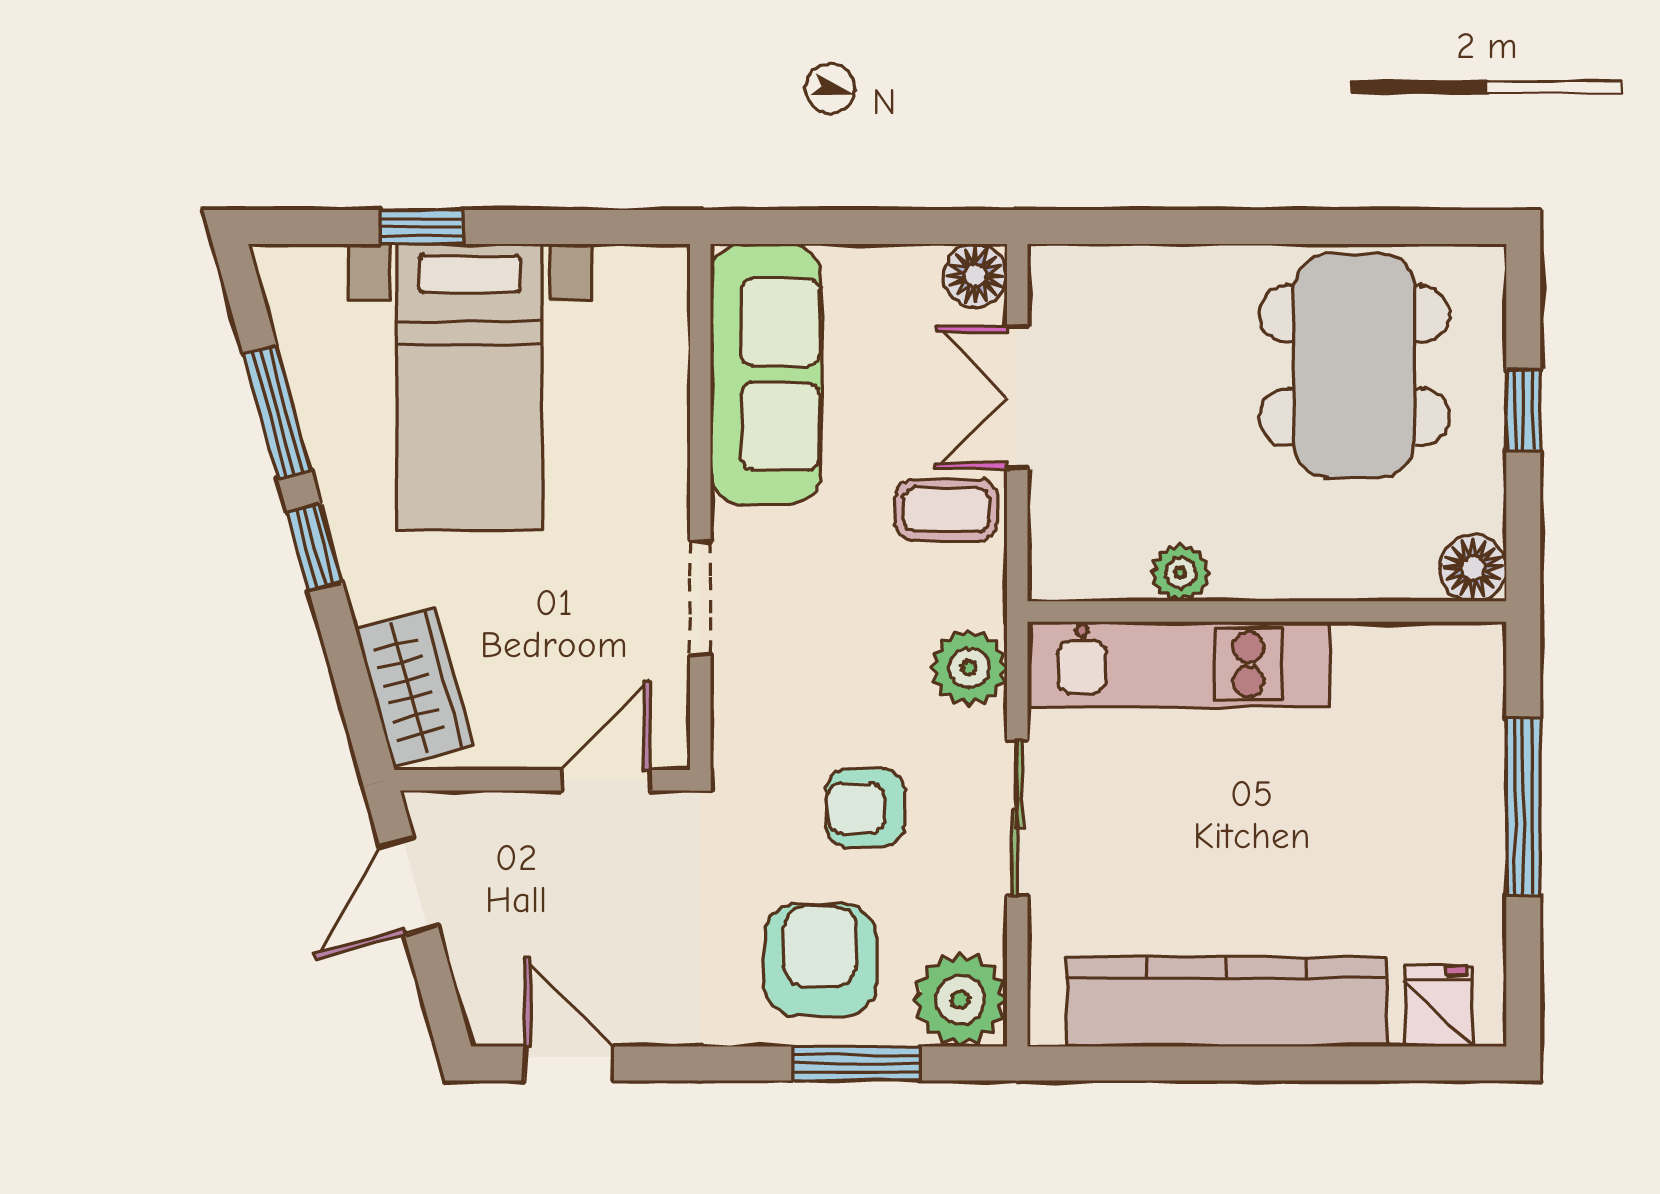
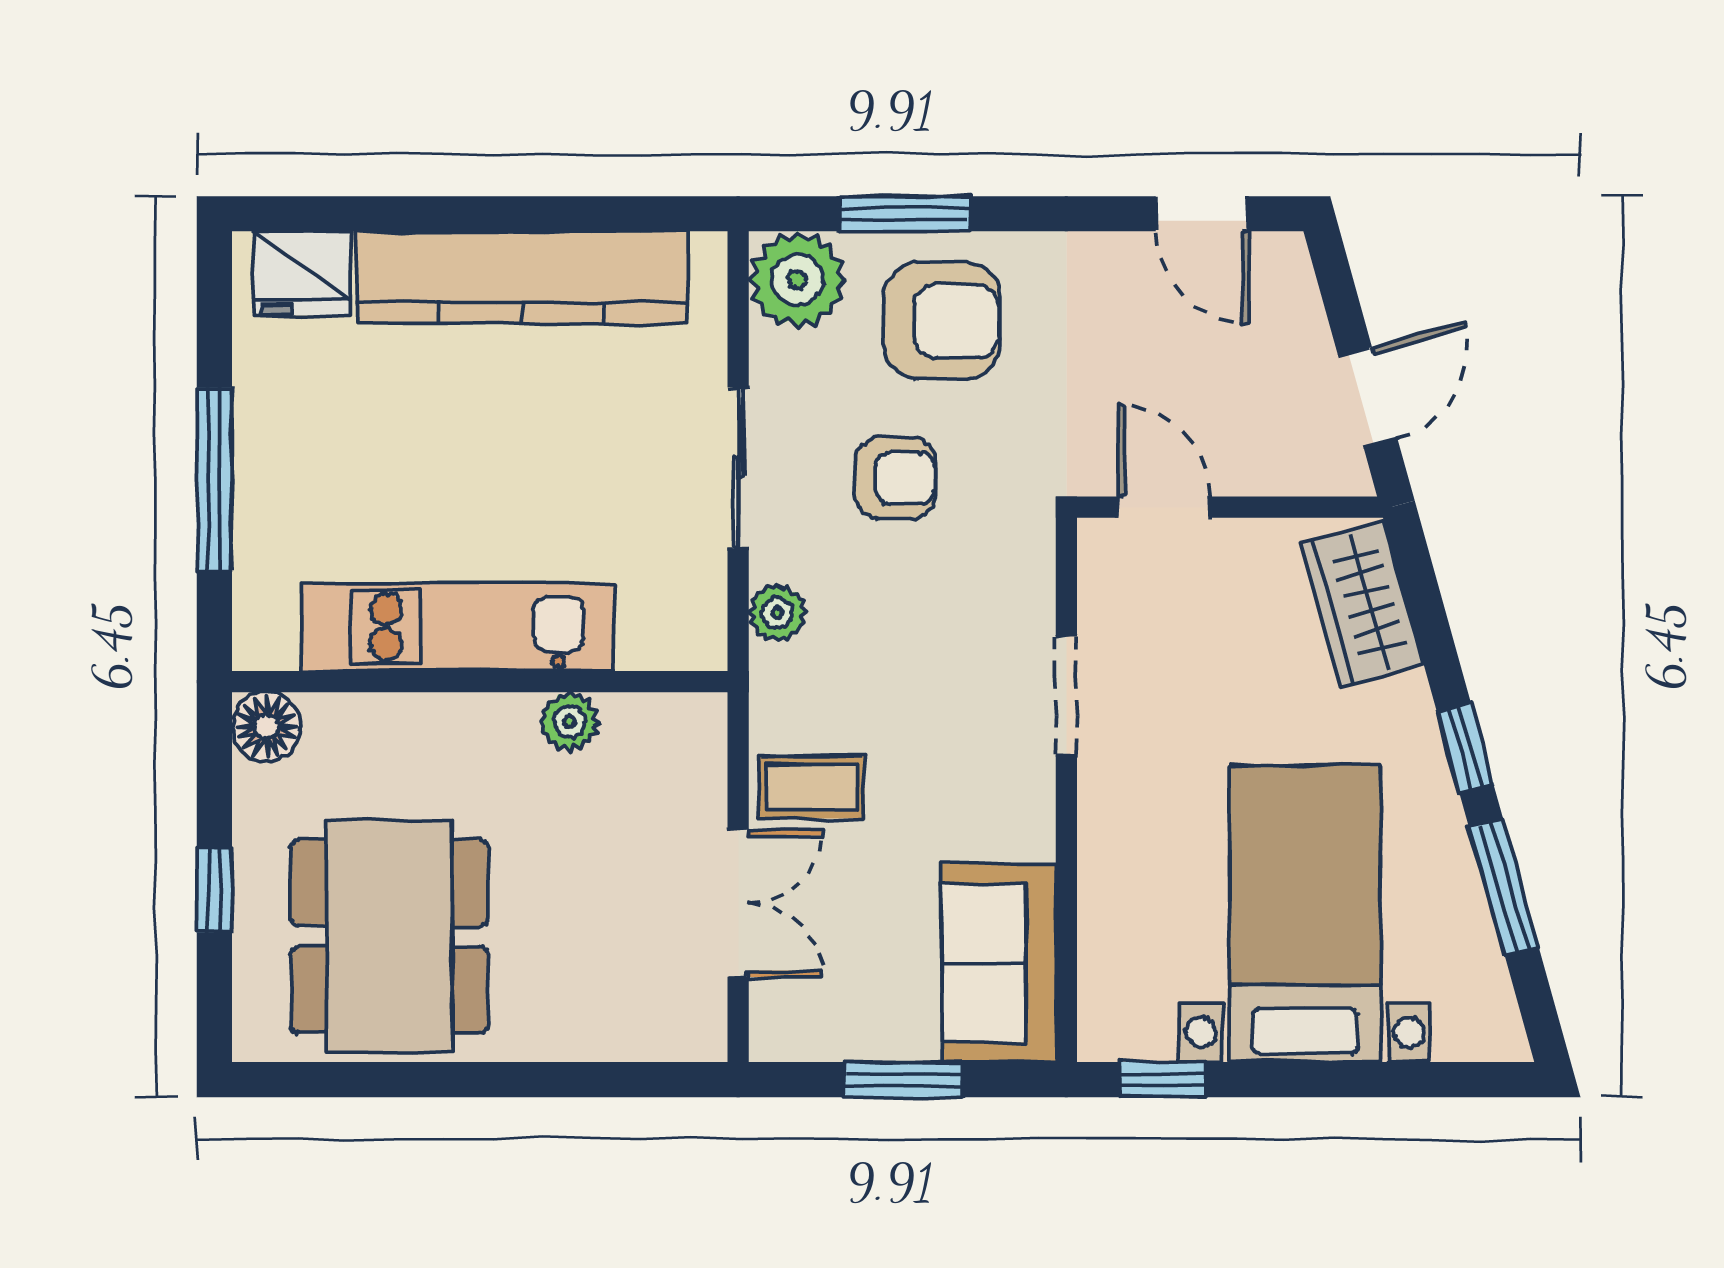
window: (421, 227) -> (1163, 1080), moved
window: (858, 227) -> (903, 1080), added
floor lamp: (976, 275) -> (781, 1029), removed
sofa: (766, 374) -> (998, 963), width x0.73
kitchen unit: (1179, 664) -> (458, 627), moved
plant: (969, 668) -> (777, 612), width x0.73, depth x0.73
door: (606, 780) -> (1164, 507), swing flipped
armchair: (820, 960) -> (942, 321), turned -90
fridge: (1439, 1006) -> (302, 273), width x1.38

